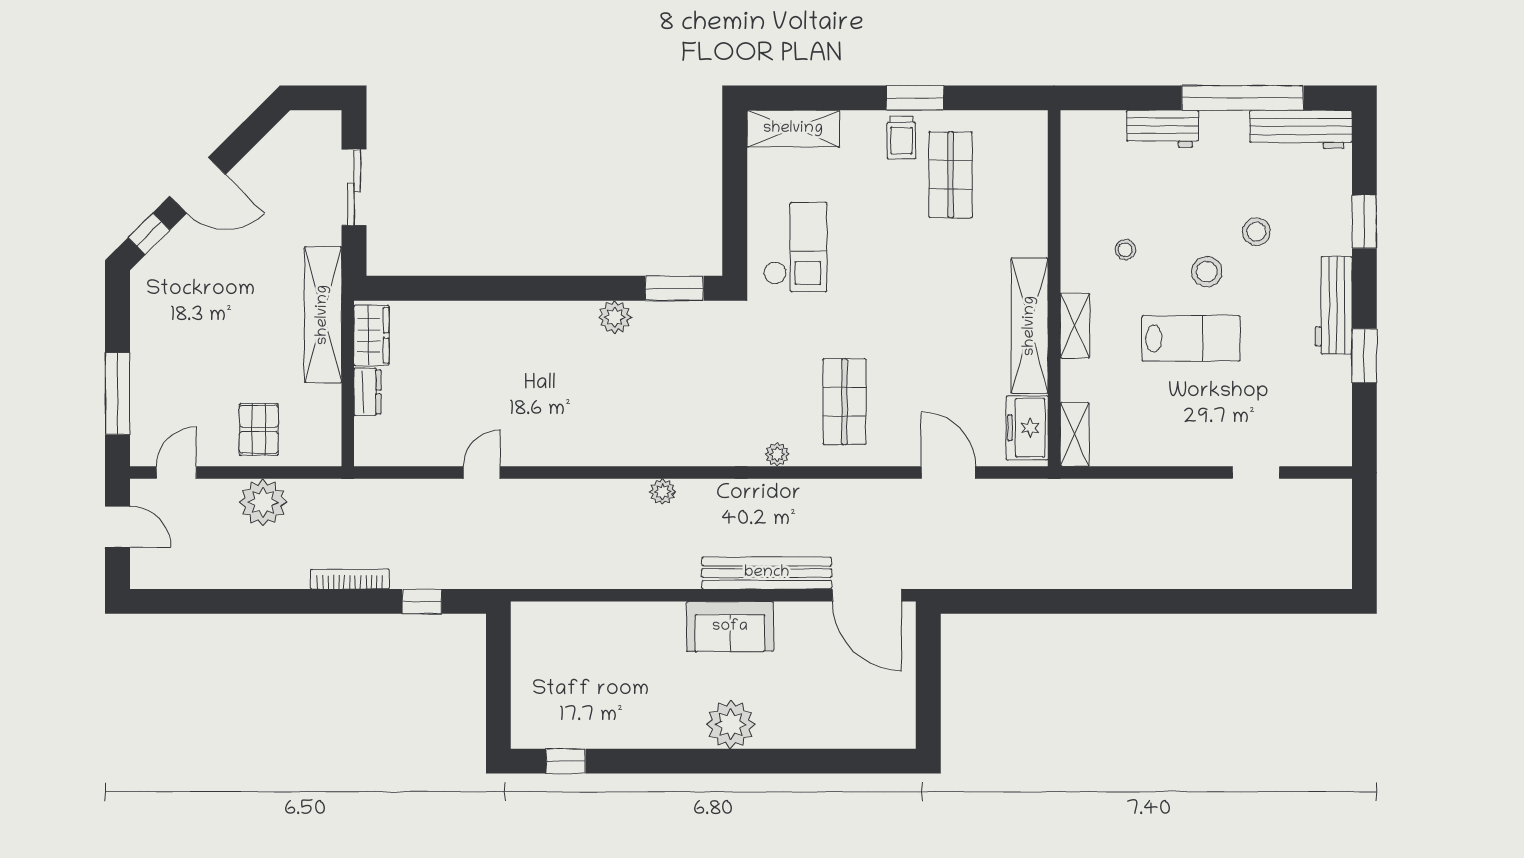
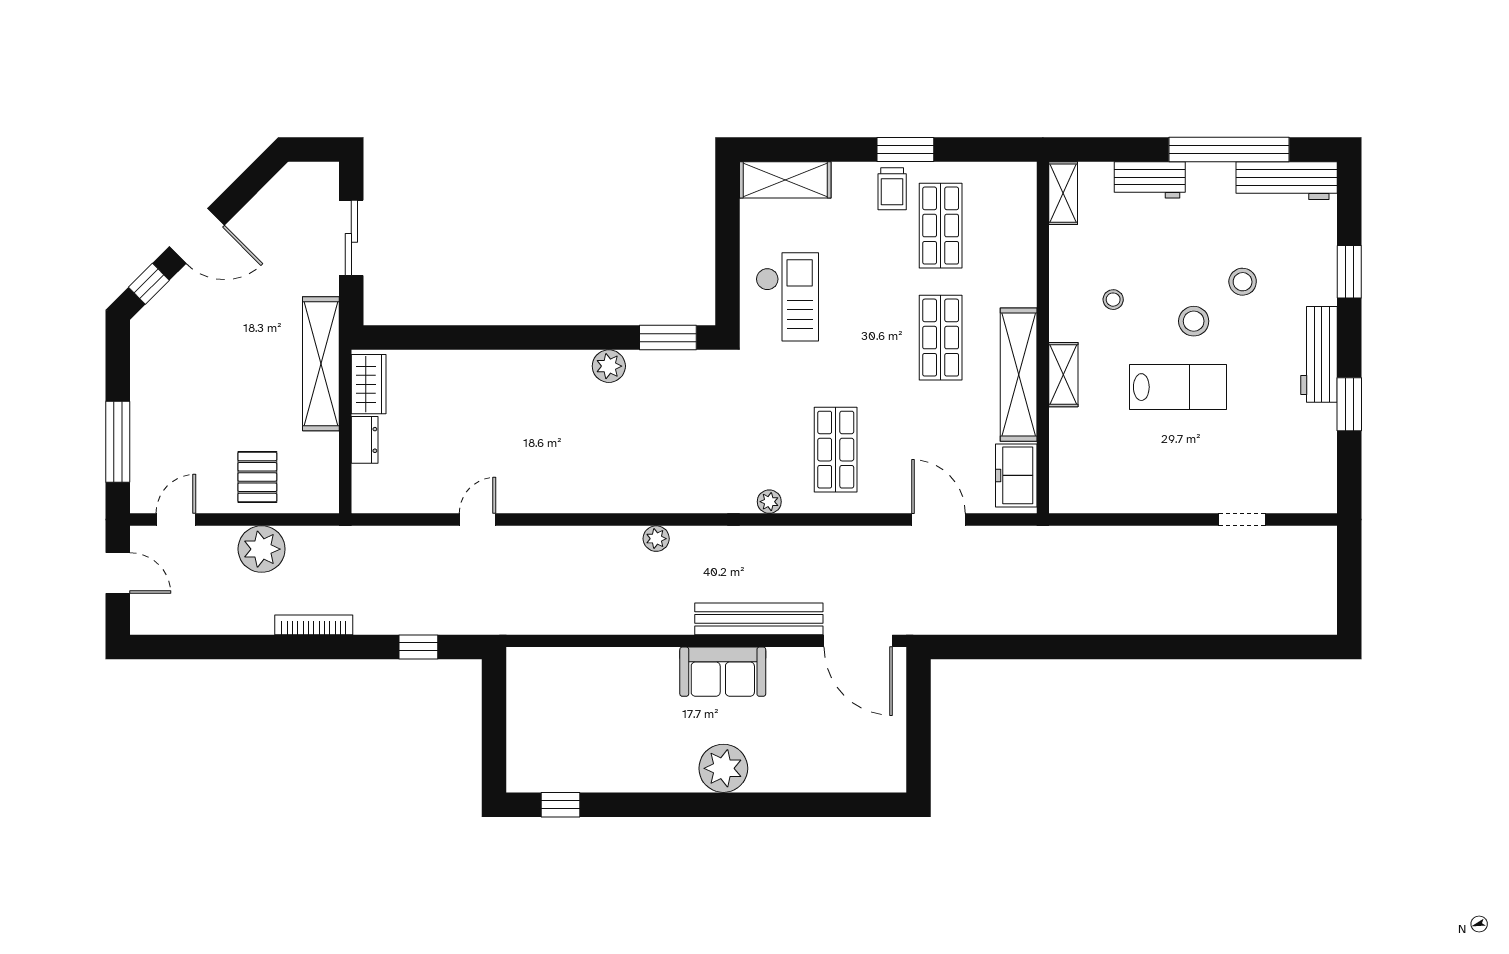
shop shelf: (951, 288) -> (941, 338), added
shelving: (1075, 434) -> (1063, 193), moved
bookcase: (350, 579) -> (314, 625), moved

